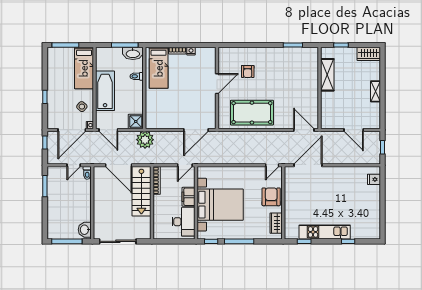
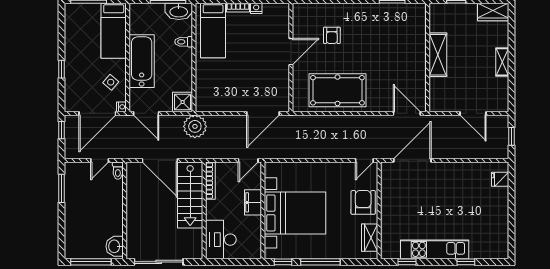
shelving: (327, 75) -> (438, 55), moved
desk: (184, 222) -> (221, 240), moved, turned 180

